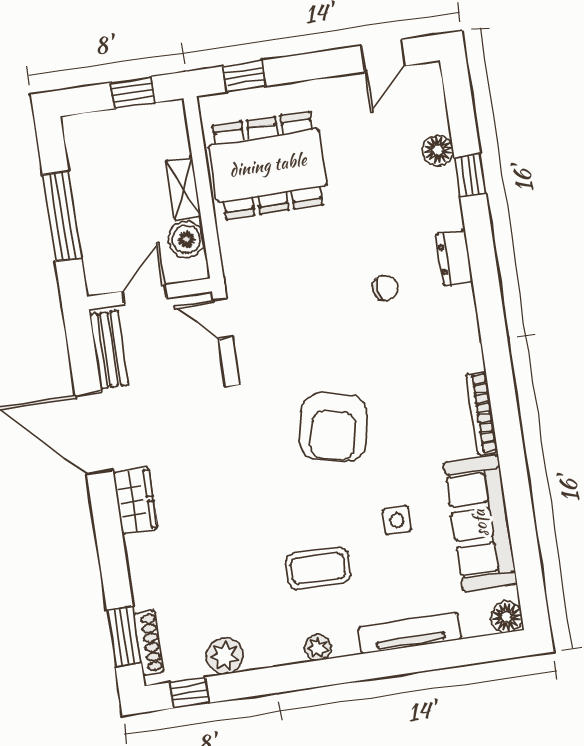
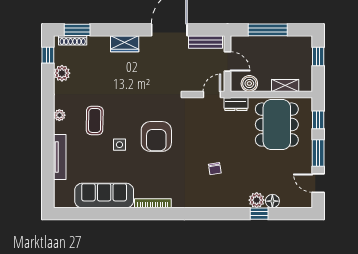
window: (317, 65) -> (318, 153), added
window: (133, 93) -> (318, 57), moved
plant: (441, 185) -> (257, 200), added
shelving: (183, 188) -> (285, 86), moved
dresser: (454, 258) -> (236, 104), moved, turned 180
armchair: (333, 427) -> (156, 136), turned -102
wardrobe: (135, 501) -> (125, 44), moved
side table: (397, 520) -> (119, 145), moved
floor lamp: (507, 617) -> (61, 201), removed

